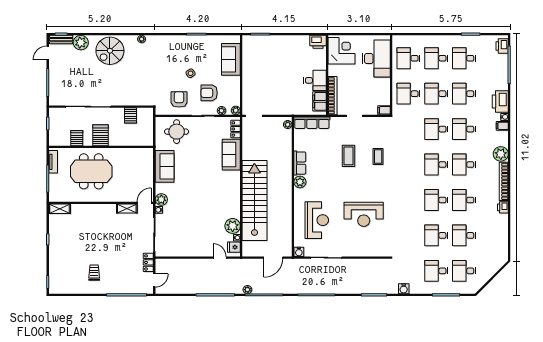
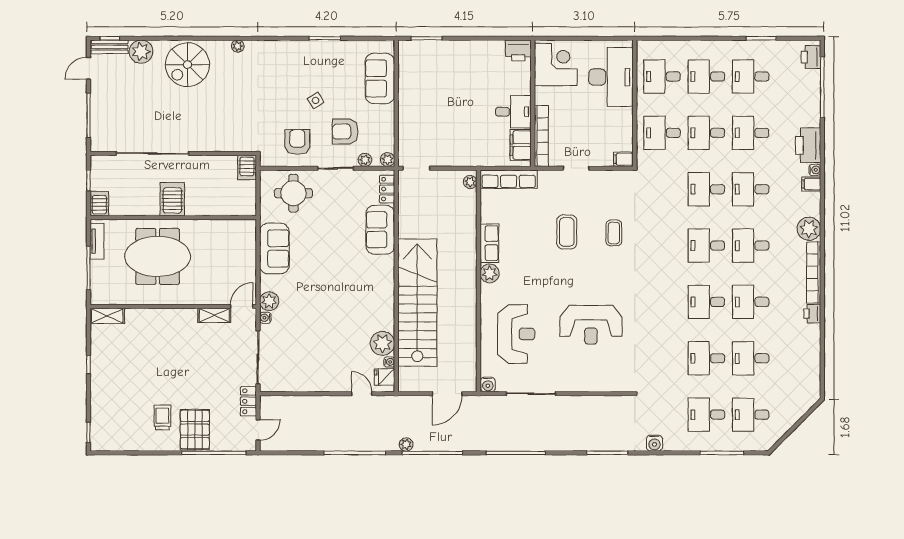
server rack: (130, 115) -> (247, 167), moved
server rack: (77, 138) -> (99, 204), moved
pallet: (115, 280) -> (195, 430), added

